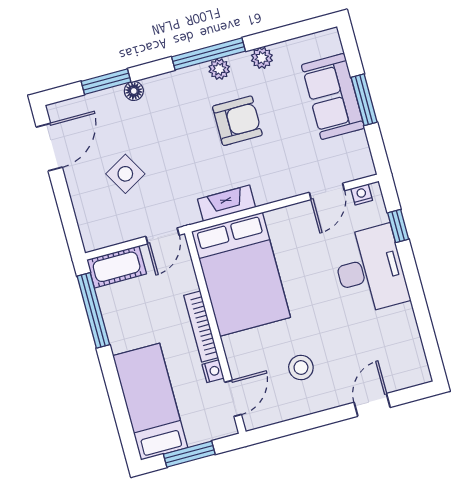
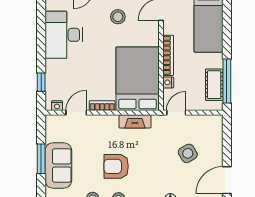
bookcase: (287, 214) -> (102, 106), added
cot: (117, 267) -> (214, 85), moved, turned 90
desk: (370, 270) -> (64, 35), moved
nightstand: (213, 371) -> (168, 82), moved

